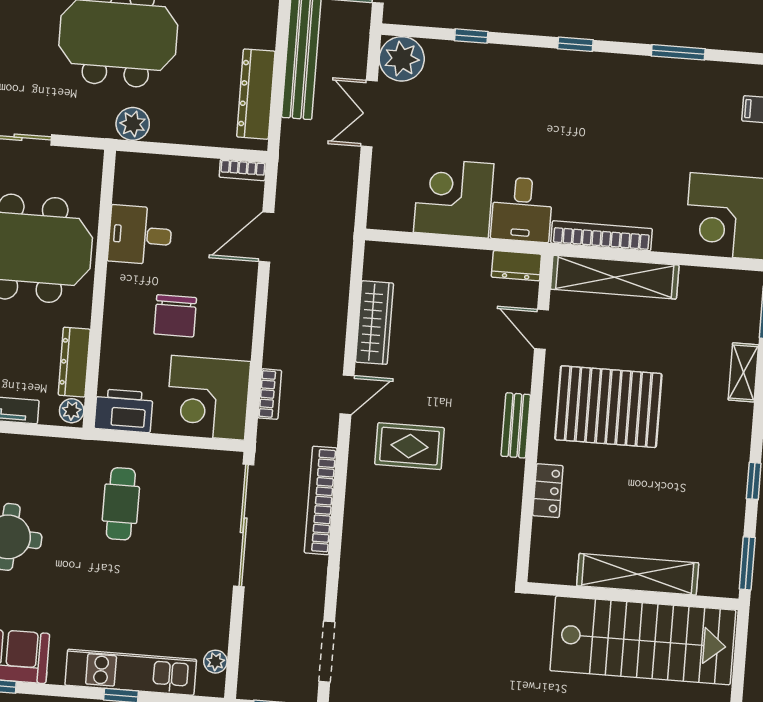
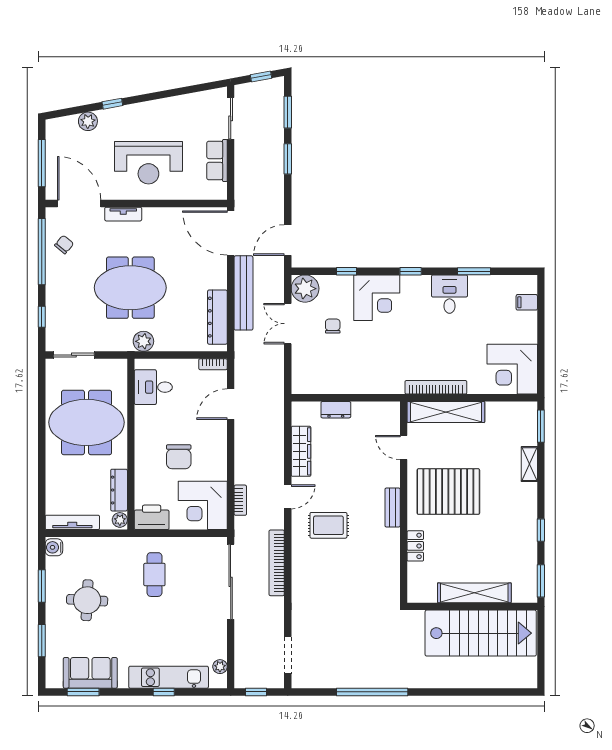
chair: (442, 123) -> (333, 326), added
corner desk: (454, 198) -> (377, 298), moved, turned 180
desk: (522, 209) -> (449, 294), moved, turned 180
desk: (140, 235) -> (153, 387), moved
dresser: (516, 266) -> (336, 410), moved

